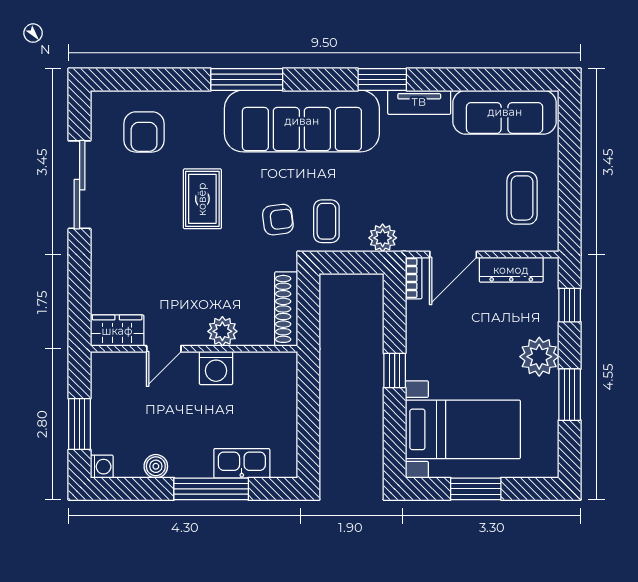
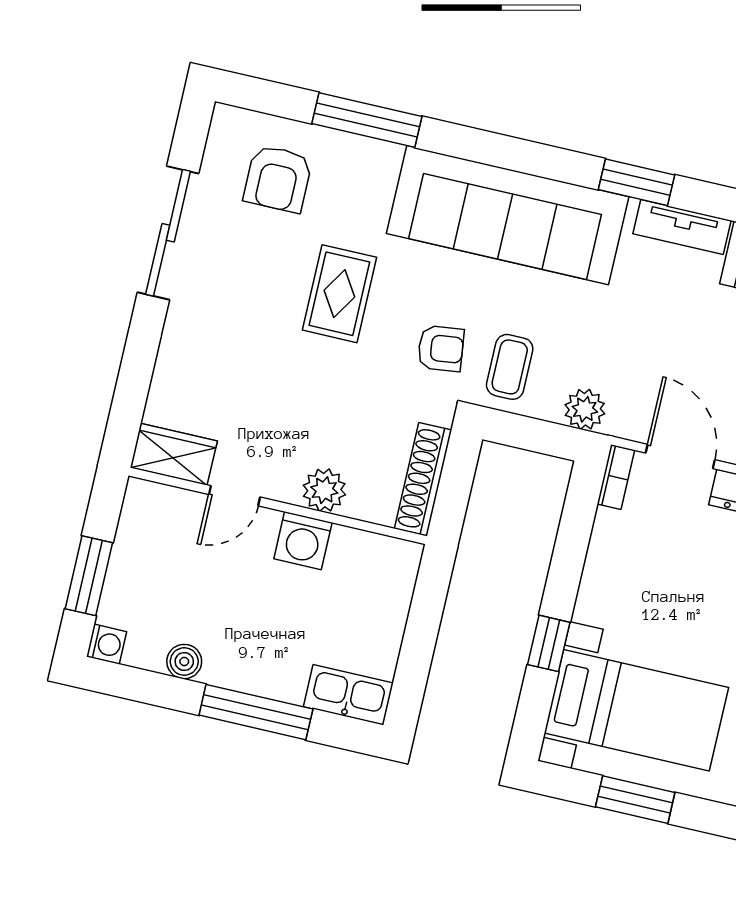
window: (247, 79) -> (367, 120), moved
door: (453, 255) -> (680, 456), swing flipped
window: (395, 371) -> (549, 643), moved
kitchen sink: (242, 463) -> (348, 695), moved

